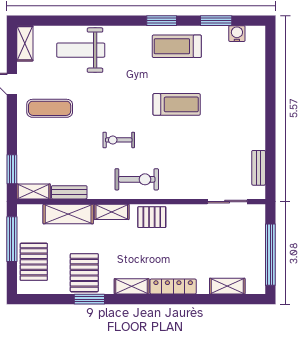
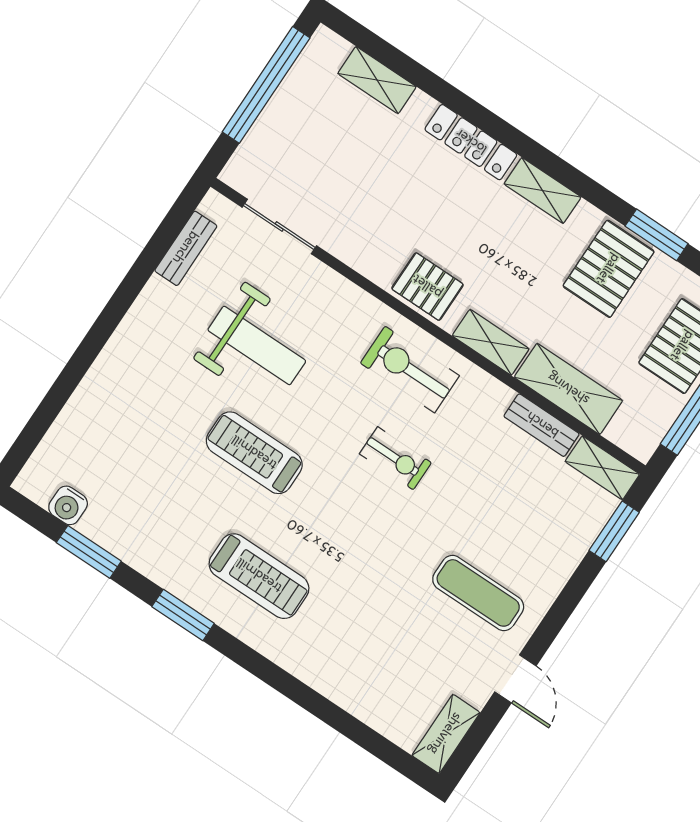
treadmill: (177, 46) -> (259, 576), moved
weight bench: (81, 50) -> (257, 345), moved
window: (89, 299) -> (657, 235), moved

